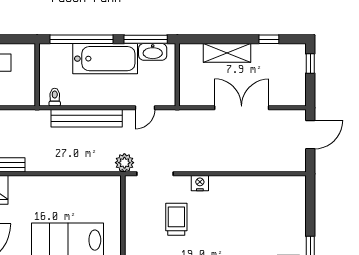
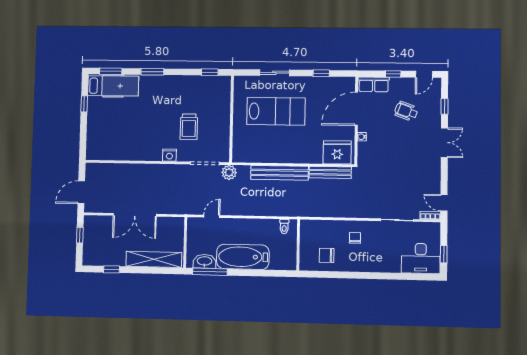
window: (81, 39) -> (262, 273), removed
shelving: (227, 53) -> (154, 259), width x1.47
window: (310, 63) -> (80, 235), moved
bench: (87, 118) -> (279, 173), moved

